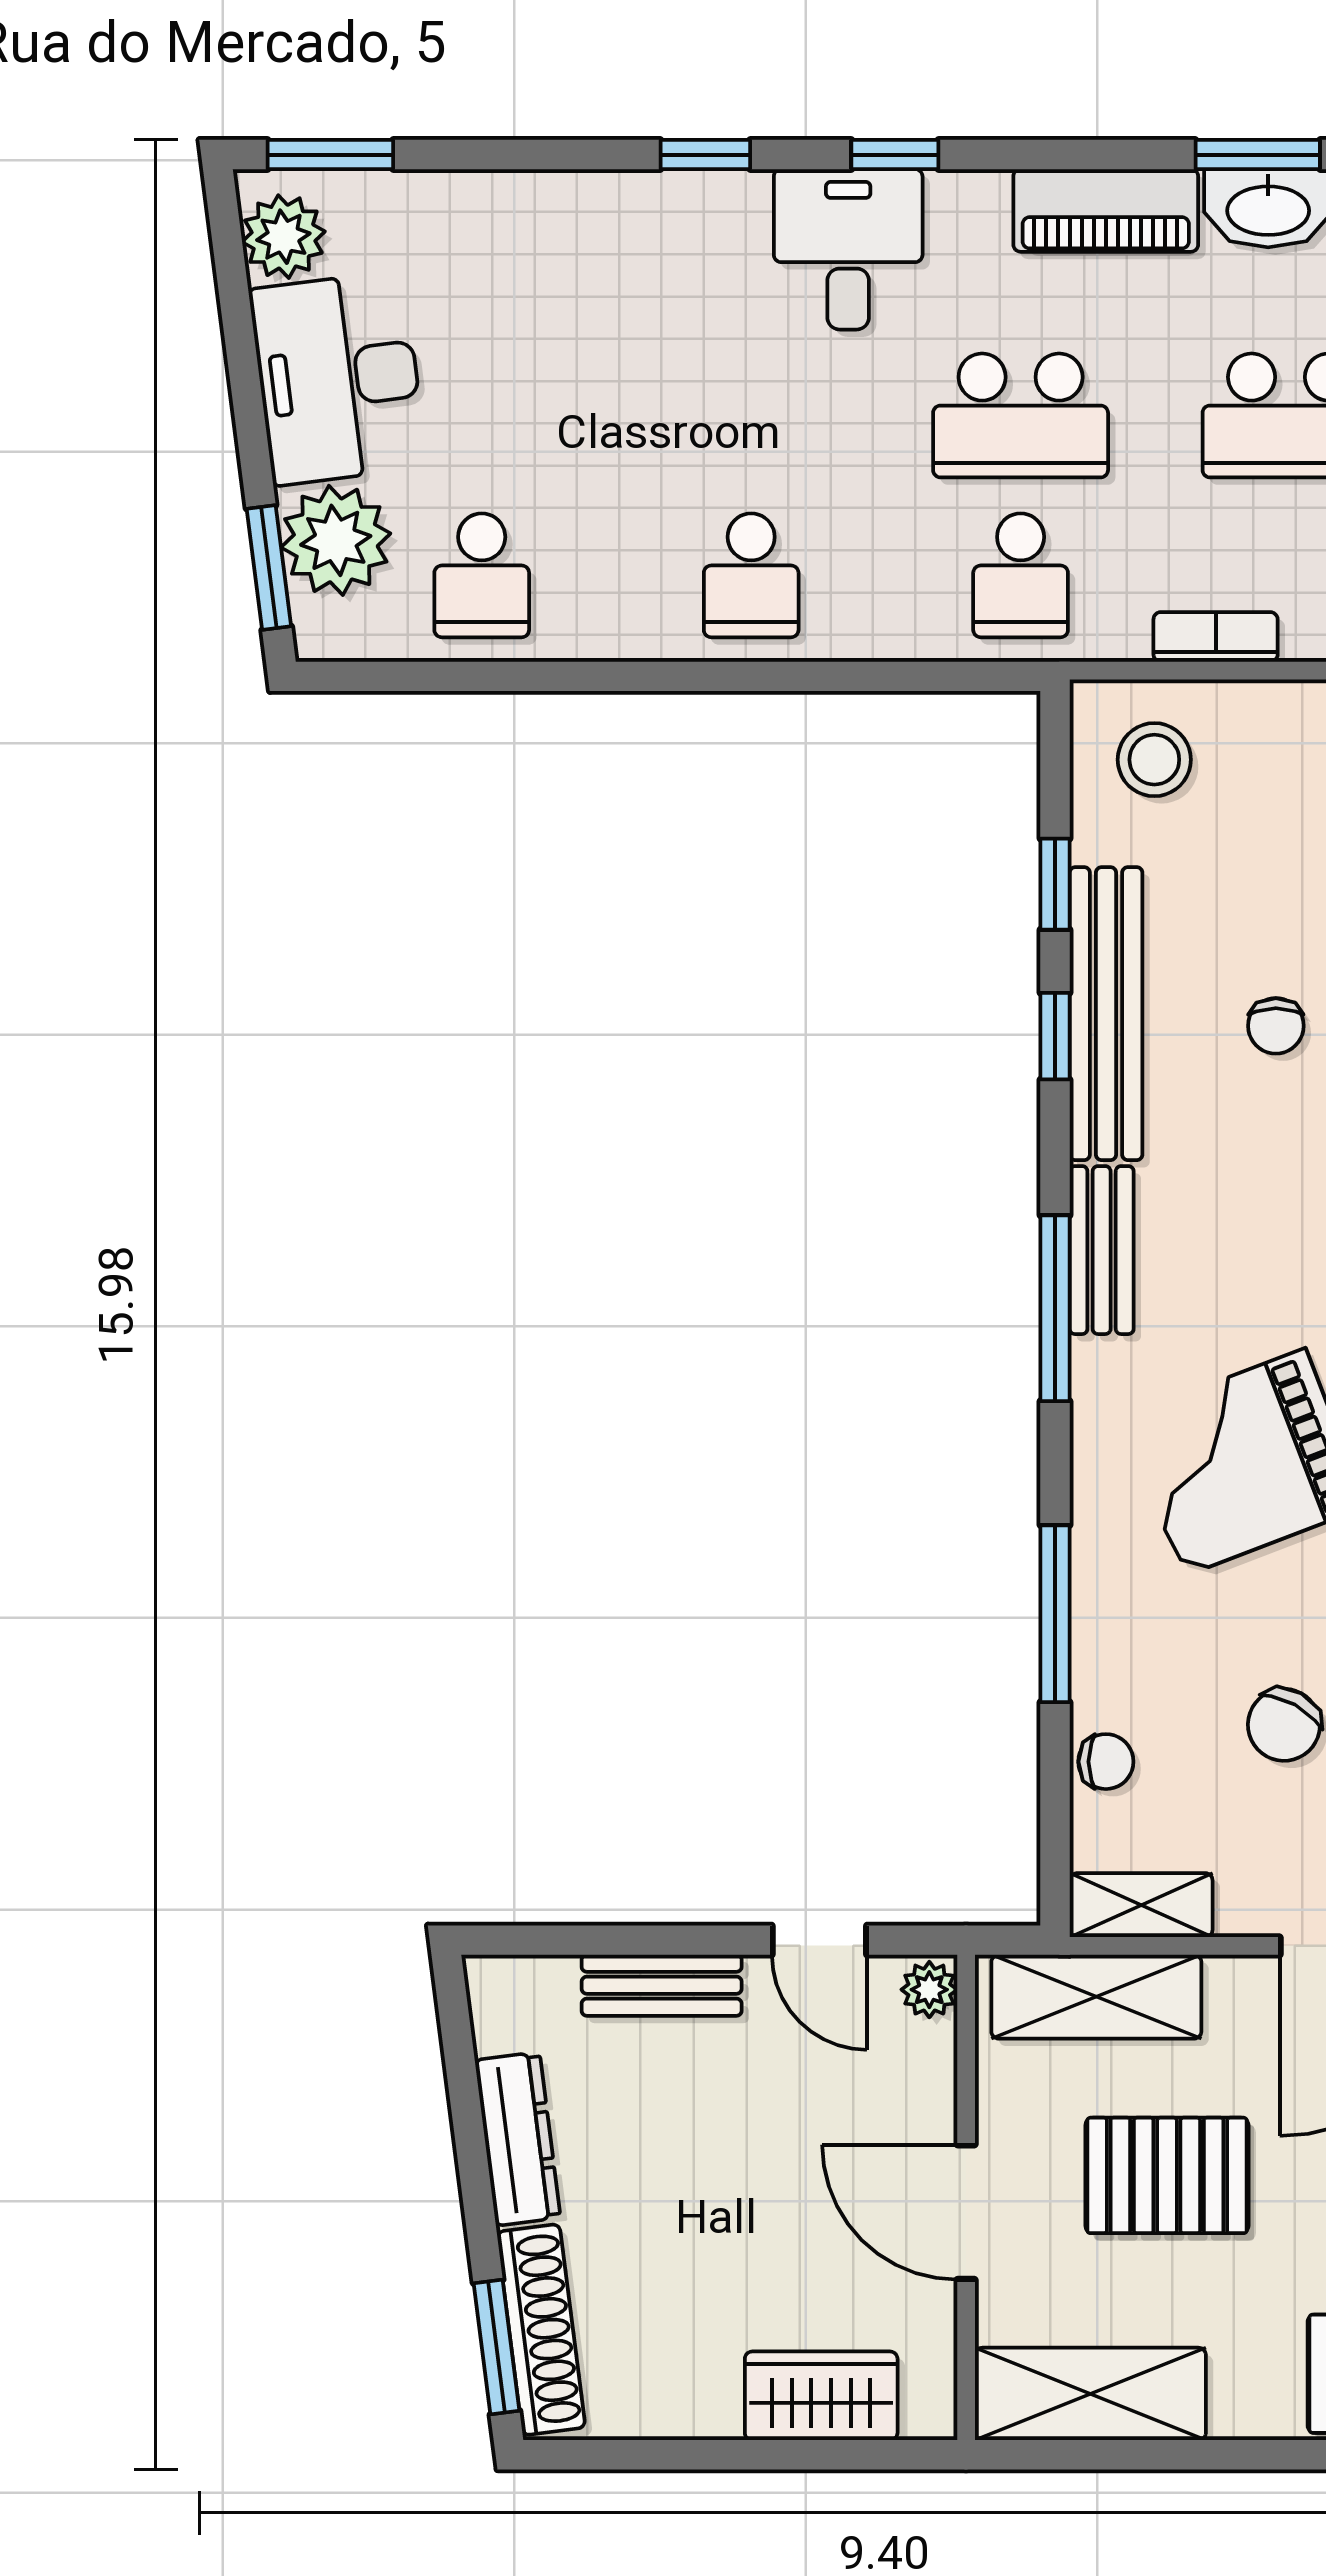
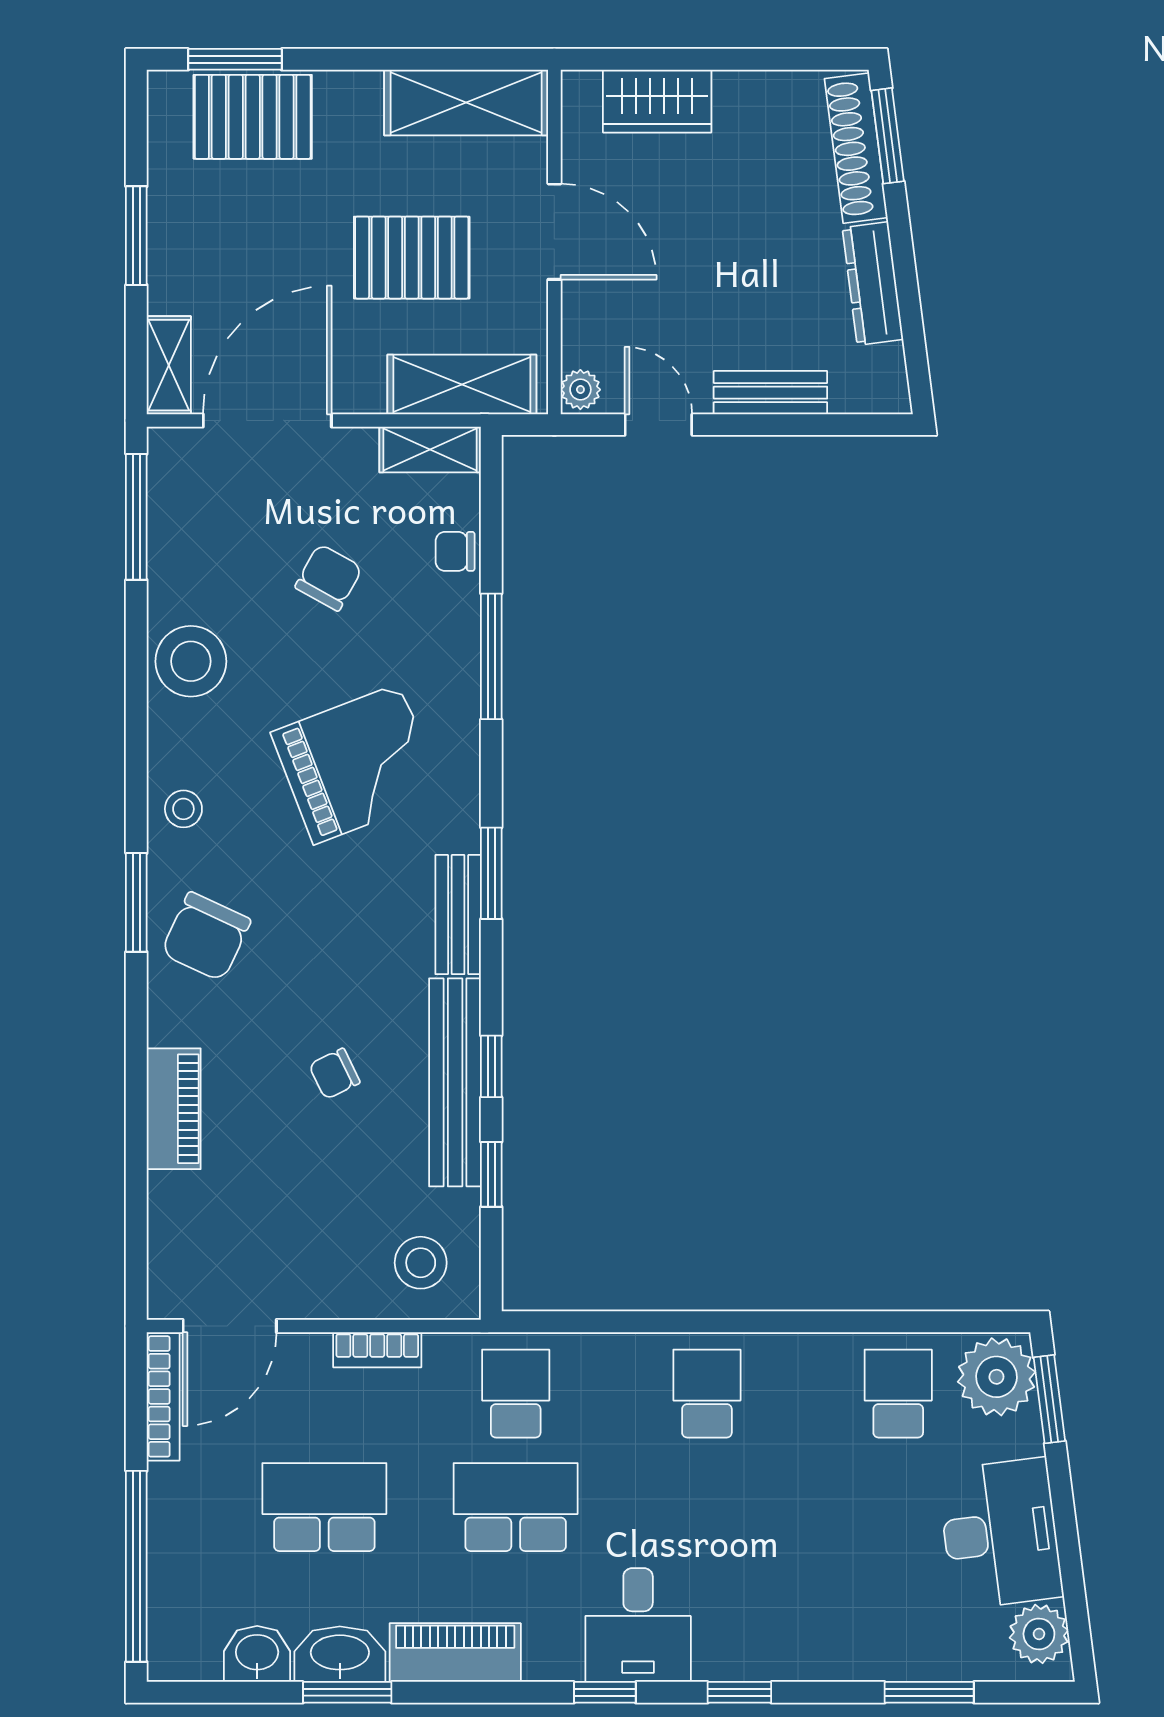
window: (330, 155) -> (929, 1692), moved
plant: (336, 540) -> (996, 1377), moved
chair: (1276, 1026) -> (334, 1074), turned -116
window: (1055, 1308) -> (491, 873), width x0.69

